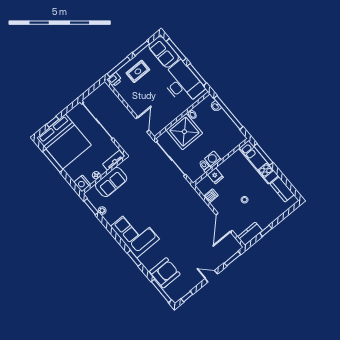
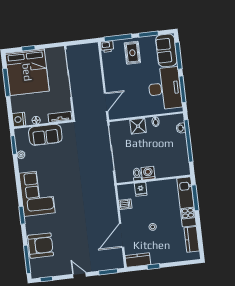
rug: (138, 71) -> (132, 53), turned 90
shower: (184, 132) -> (138, 126), width x0.54, depth x0.54

